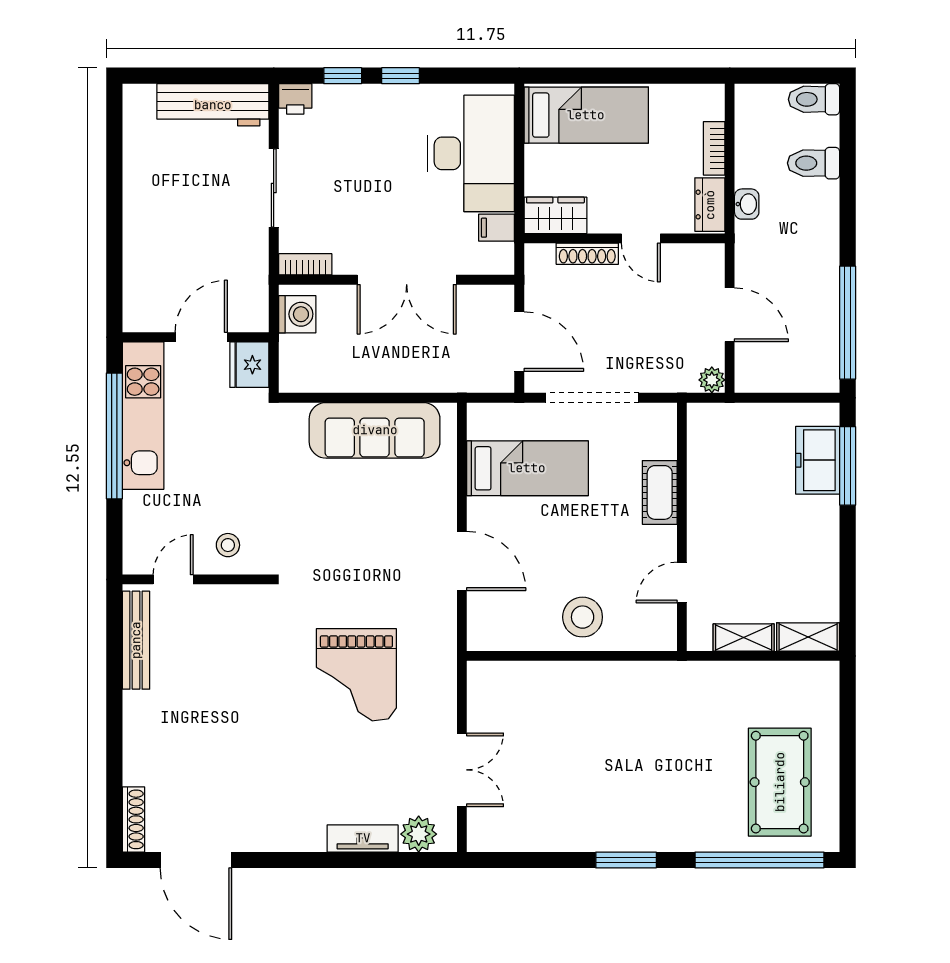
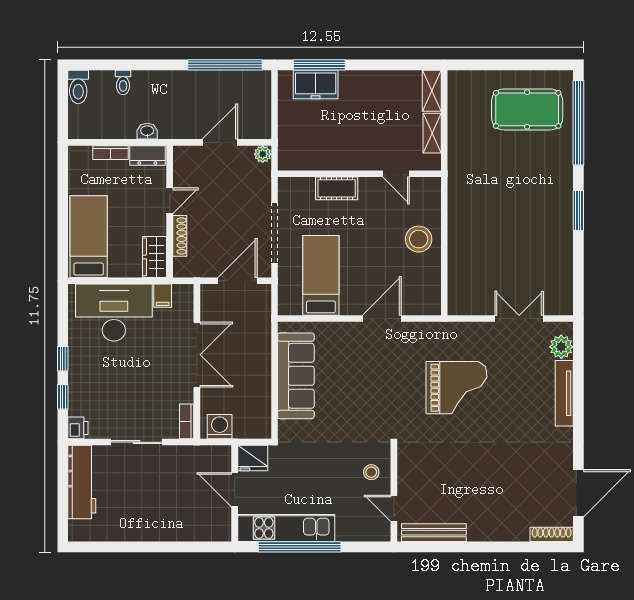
toilet: (814, 163) -> (123, 82), width x0.73, depth x0.72
tv unit: (363, 838) -> (564, 393), width x1.41

